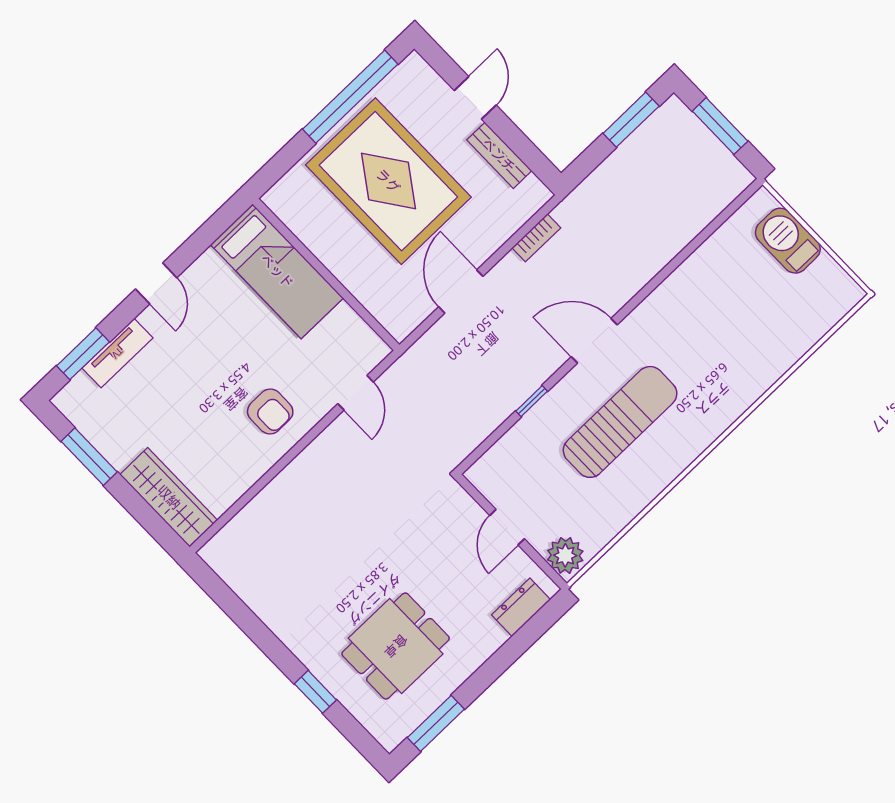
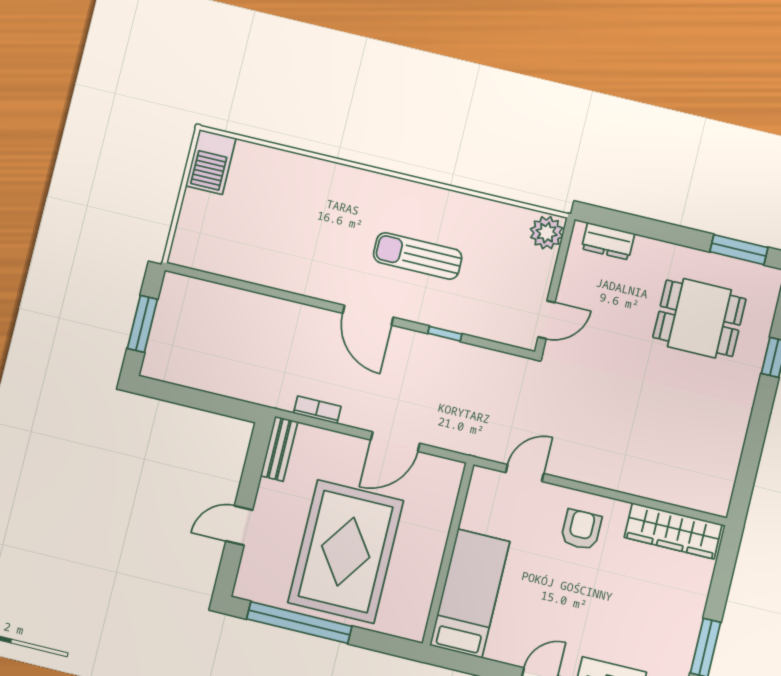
window: (631, 120) -> (180, 395), removed
bench: (499, 155) -> (279, 449), moved
barbecue: (788, 241) -> (211, 162), moved
sun lounger: (620, 422) -> (418, 256), width x0.73, depth x0.75
wardrobe: (169, 497) -> (673, 531), moved, turned -90
door: (507, 527) -> (547, 320), moved

